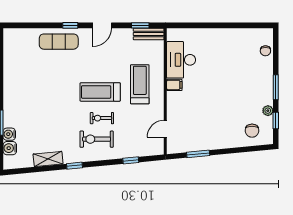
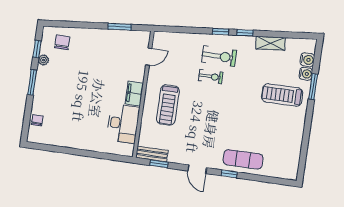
door: (102, 25) -> (197, 169), swing flipped
filing cabinet: (174, 85) -> (134, 93), width x2.00
treadmill: (100, 92) -> (282, 95), moved, turned 180
window: (131, 160) -> (221, 32), moved

